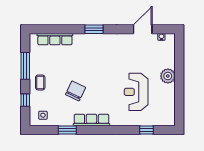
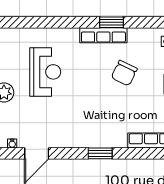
window: (67, 130) -> (112, 22), moved
window: (147, 130) -> (32, 22), removed

